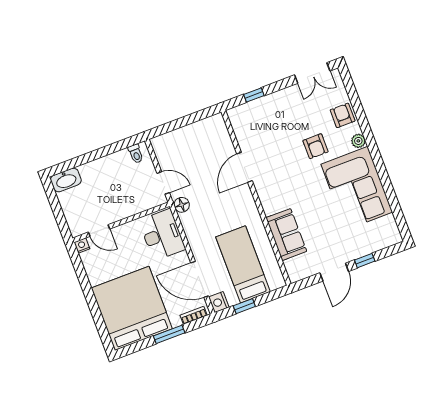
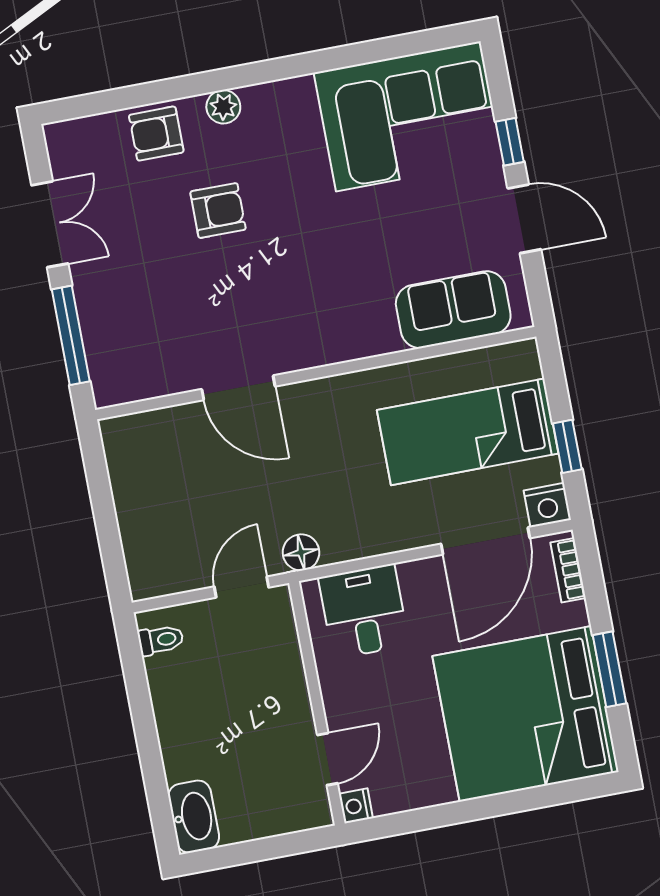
double door: (312, 73) -> (50, 224), moved
window: (254, 95) -> (71, 335), width x2.17
corner sofa: (357, 188) -> (408, 116), moved
desk: (162, 235) -> (364, 611), width x0.73
sofa: (286, 235) -> (453, 310), moved
window: (169, 334) -> (609, 669), moved

